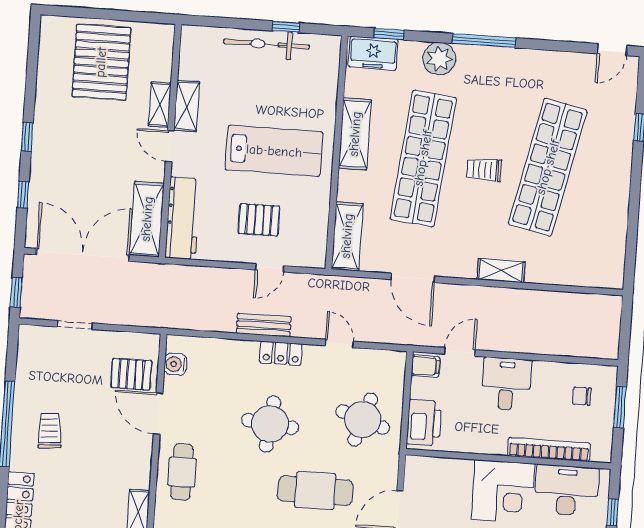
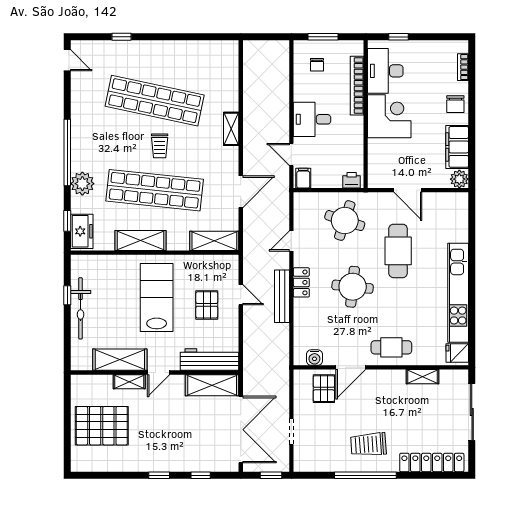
window: (484, 41) -> (67, 152), width x1.46
shelving: (187, 106) -> (120, 360), width x1.50, depth x1.33
double door: (83, 255) -> (241, 430), swing flipped
bench: (264, 325) -> (282, 296), width x1.36
printer: (424, 423) -> (352, 180), width x0.53, depth x0.68
trolley: (50, 431) -> (368, 444), width x1.36, depth x1.39

